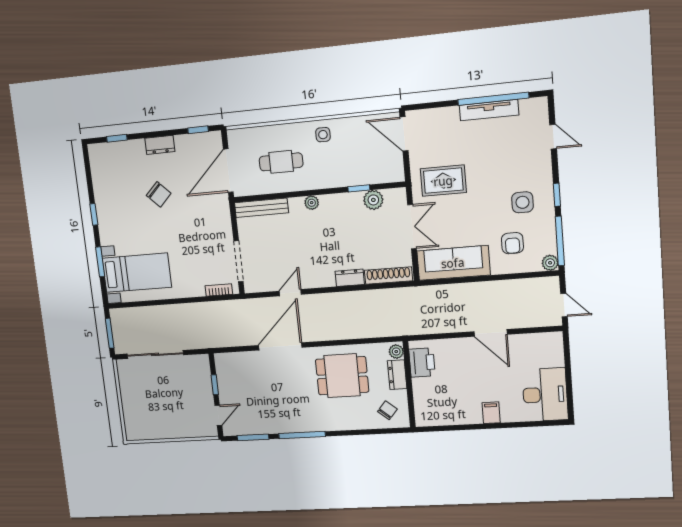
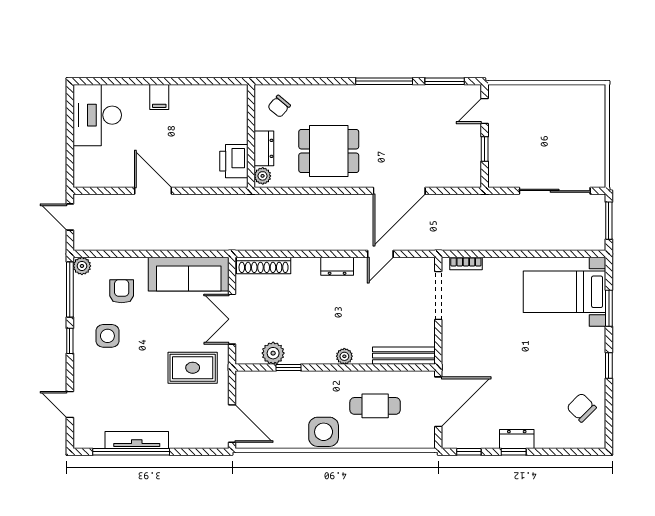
side table: (323, 135) -> (324, 432), width x1.87, depth x1.87
window: (117, 138) -> (514, 452), moved
chair: (159, 194) -> (581, 408), moved
dresser: (350, 278) -> (337, 266), moved

